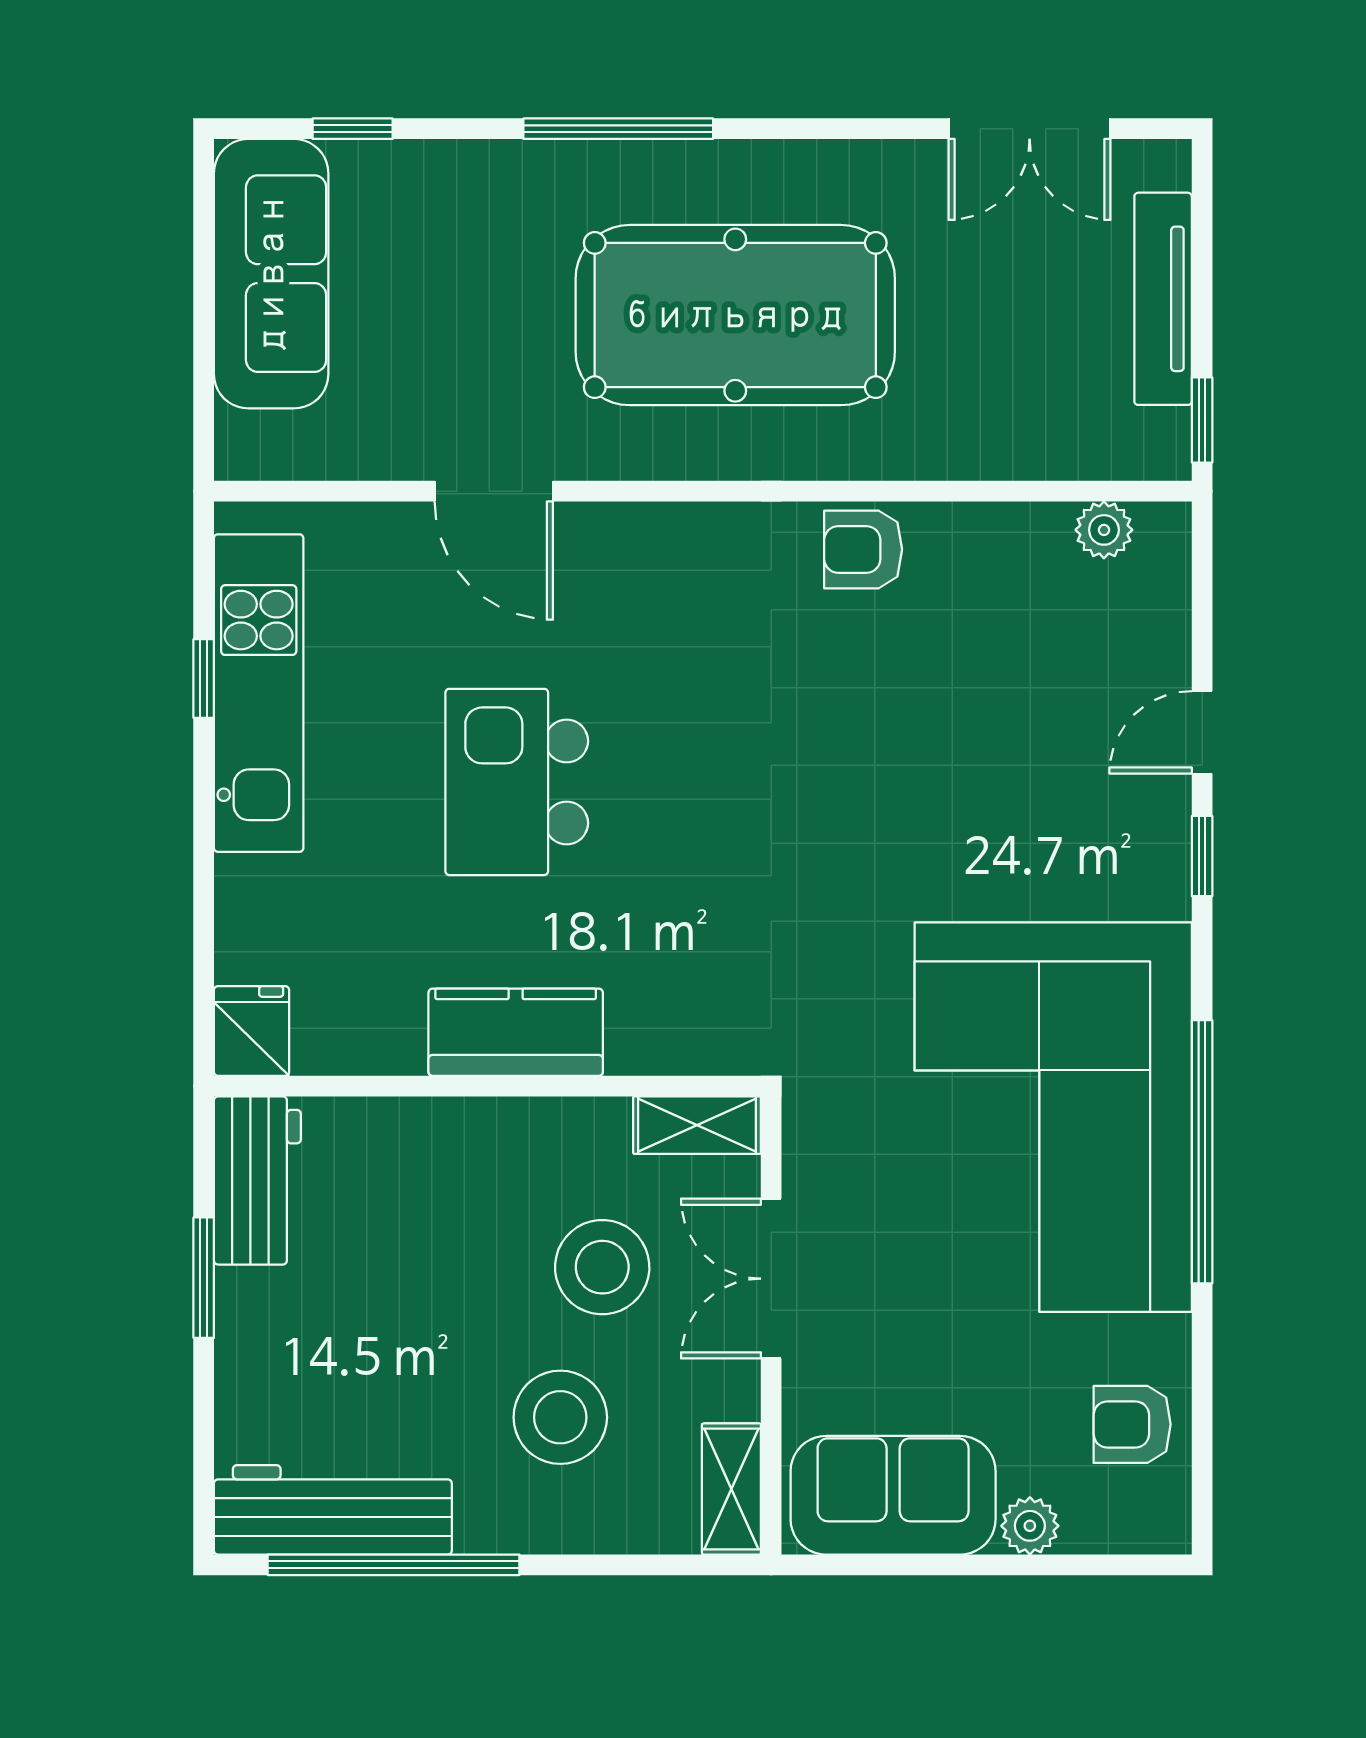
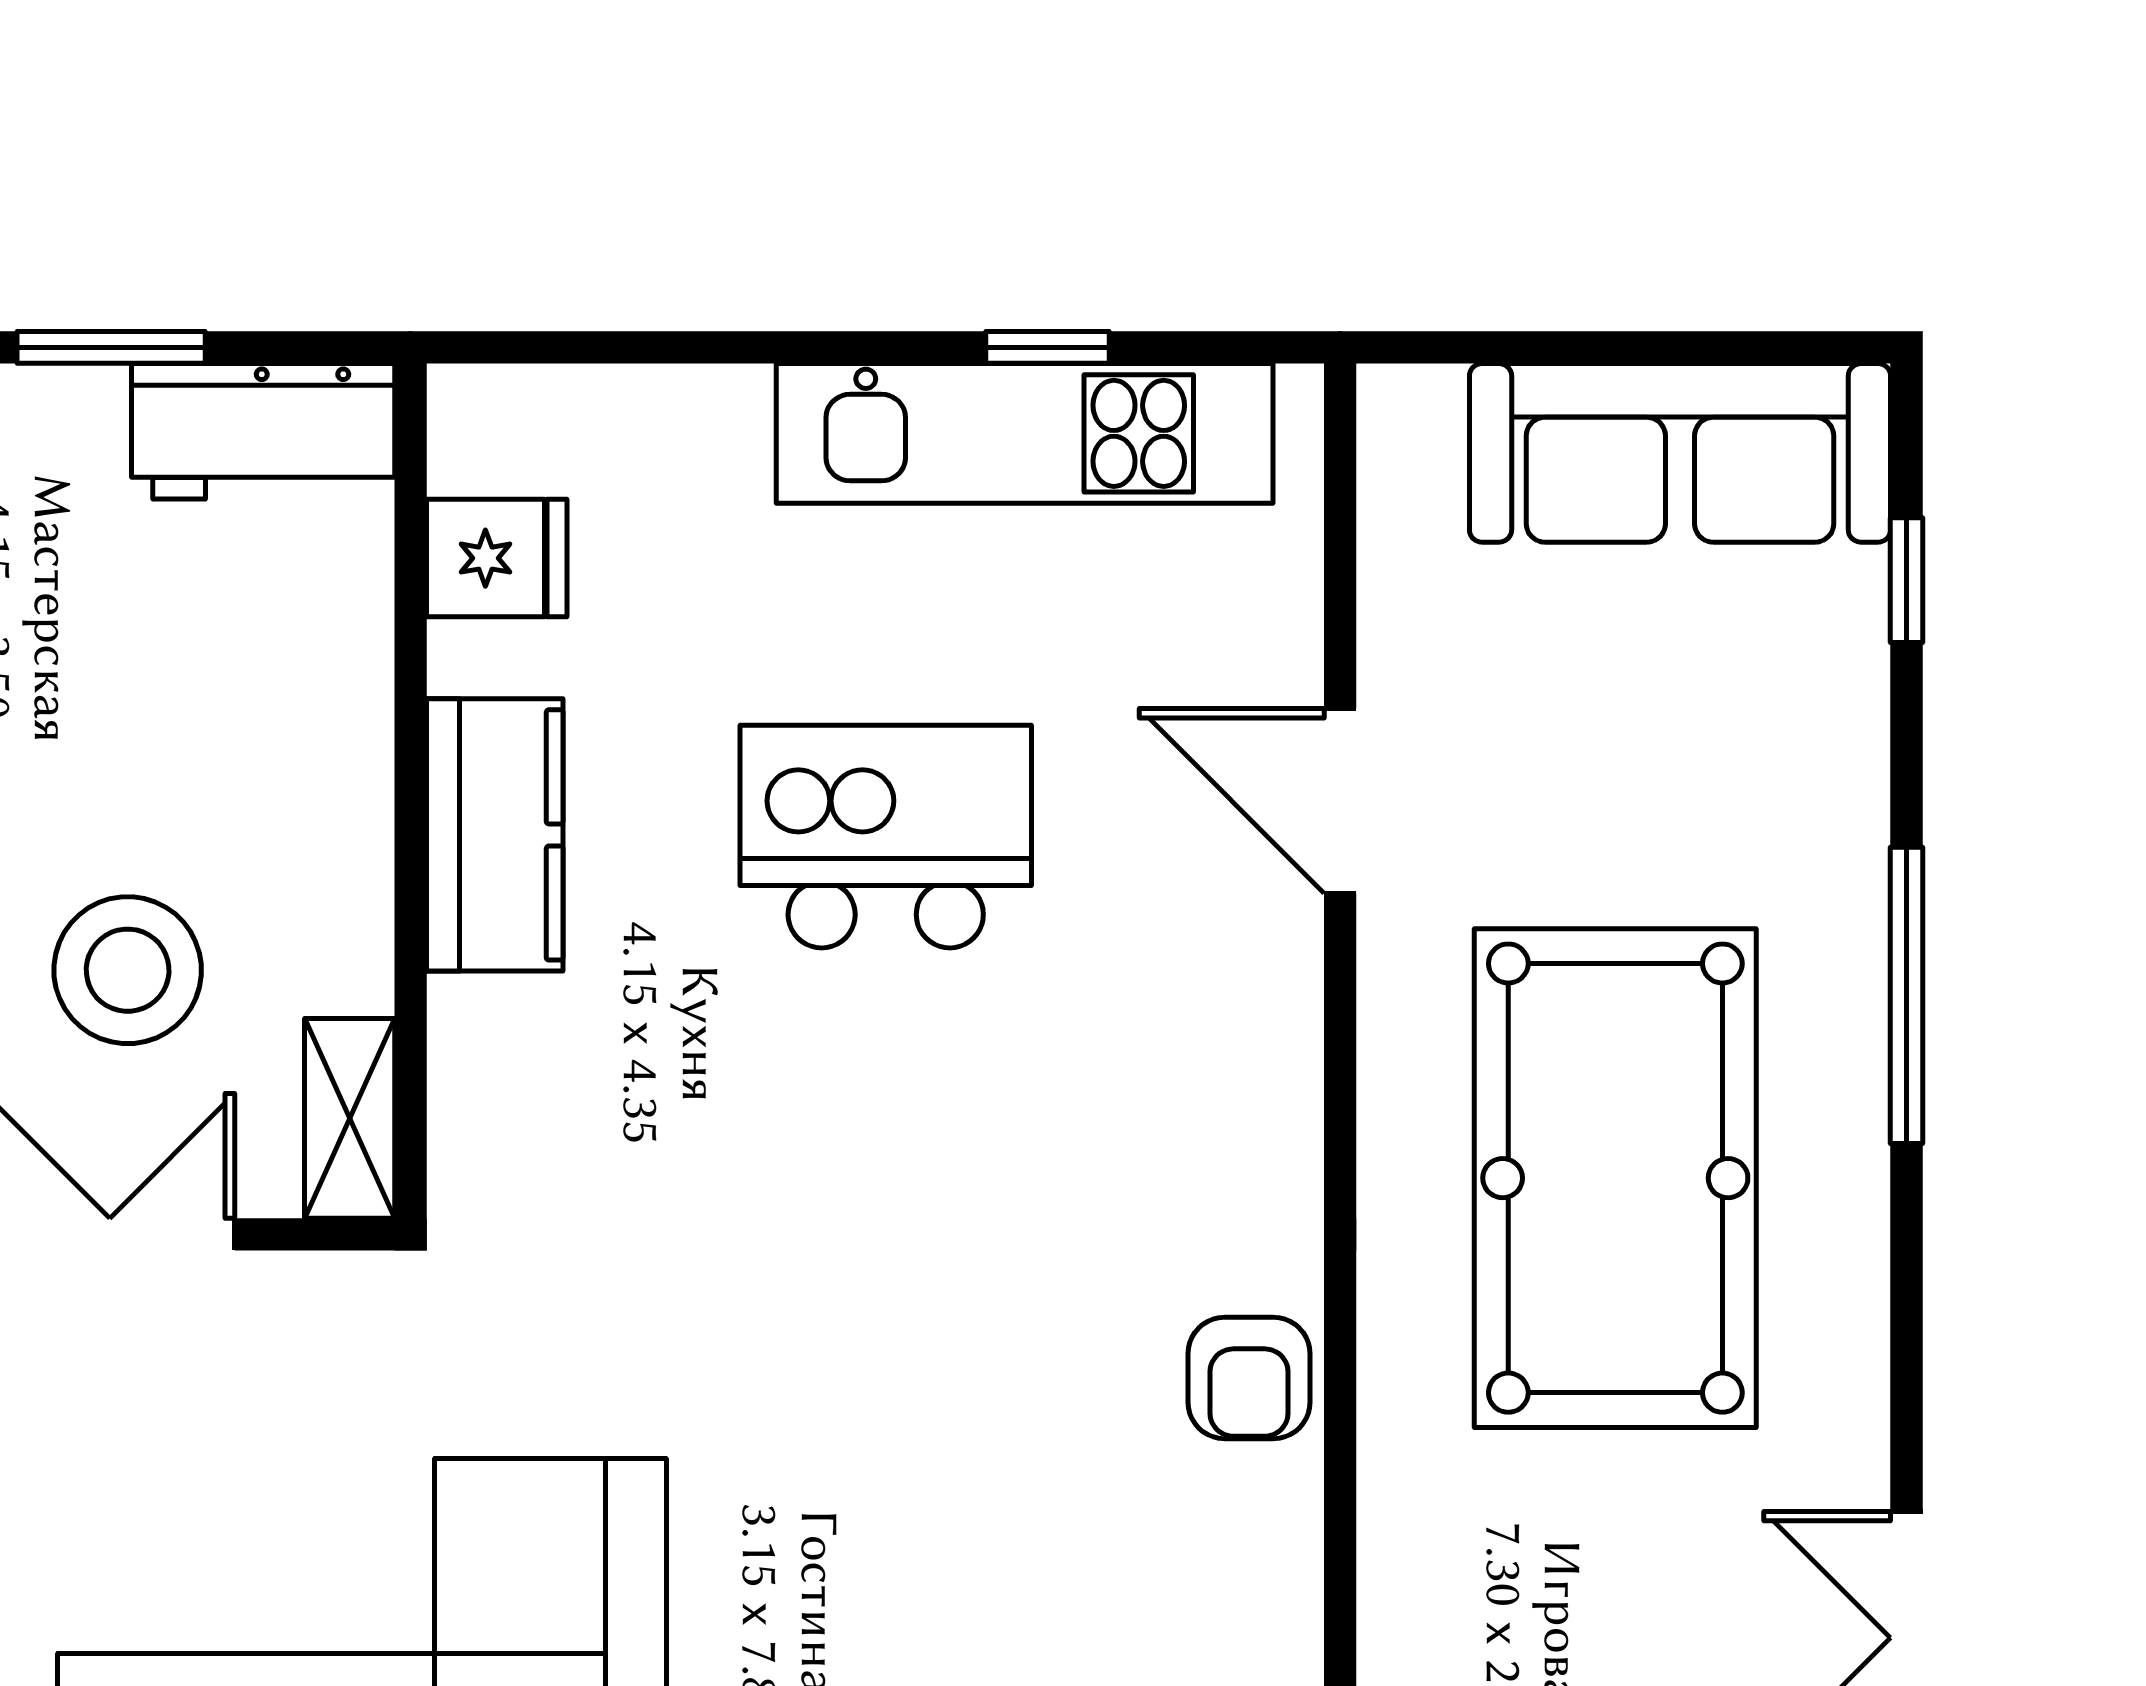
door: (494, 491) -> (1340, 801), hinge flipped
armchair: (863, 549) -> (1249, 1378), turned 180
fridge: (252, 1031) -> (497, 558), moved

